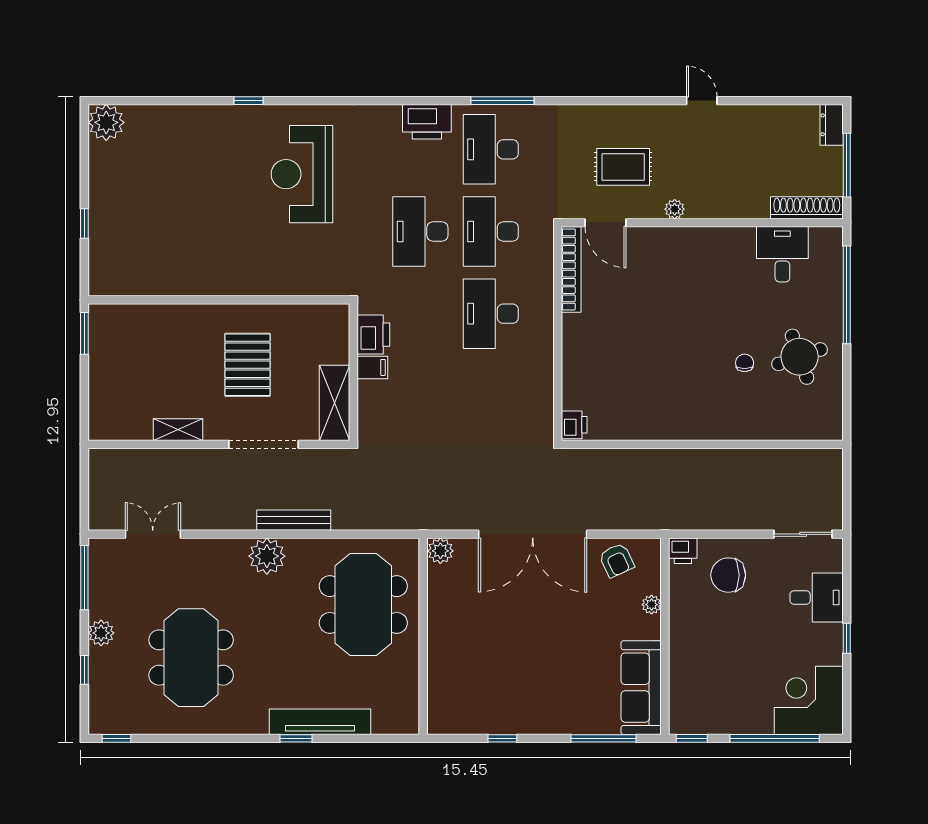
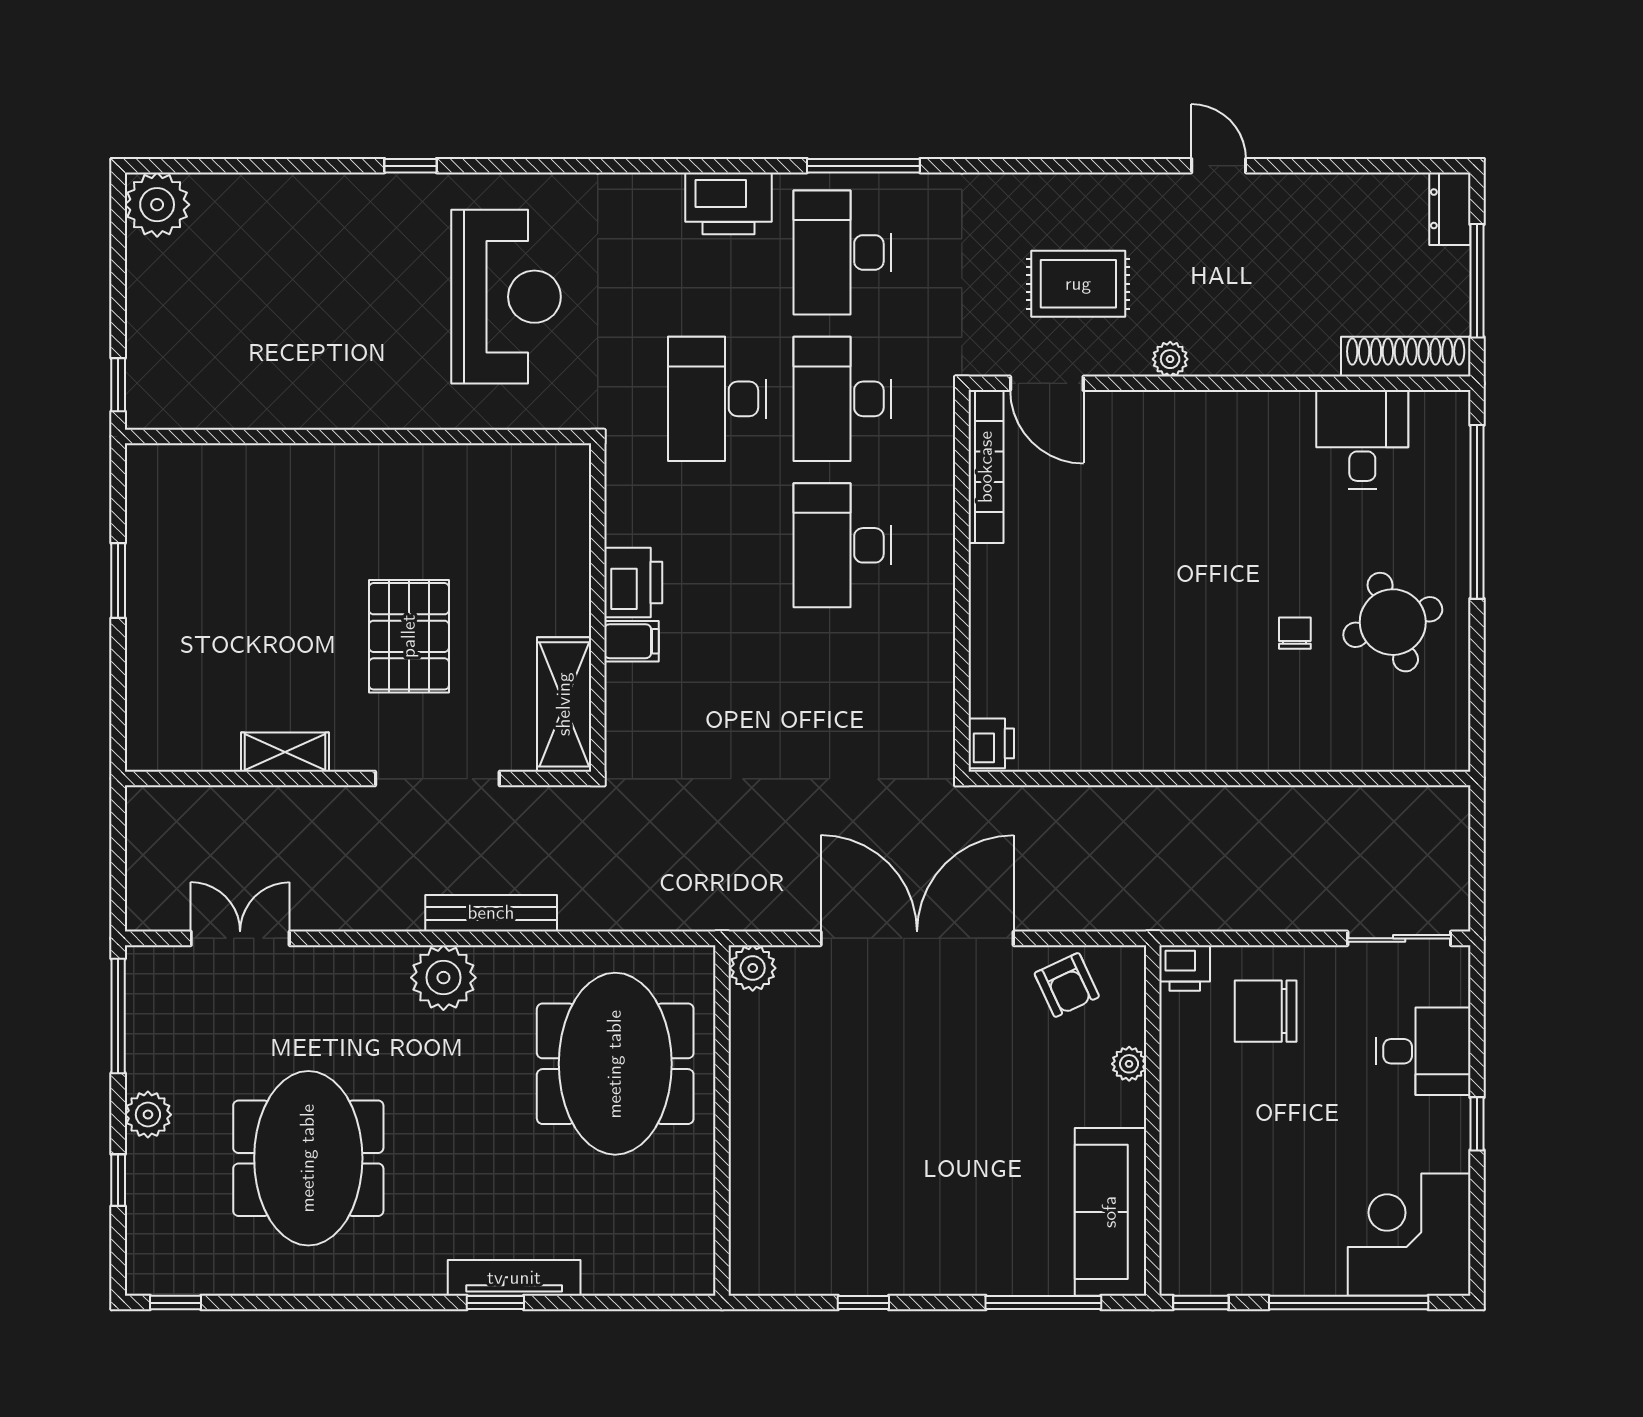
reception desk: (302, 174) -> (506, 297), turned 180
wall: (219, 300) -> (358, 437), moved
double door: (533, 534) -> (917, 938), swing flipped
tv unit: (320, 722) -> (514, 1278), width x0.73, depth x0.78

